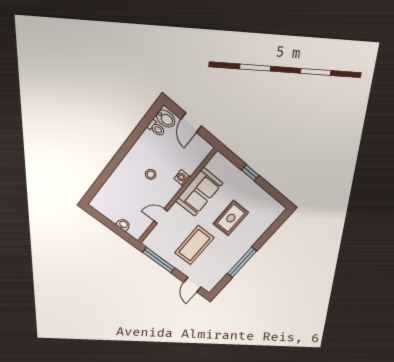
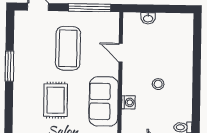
door: (161, 216) -> (121, 53), swing flipped
window: (242, 262) -> (9, 66), width x0.69

